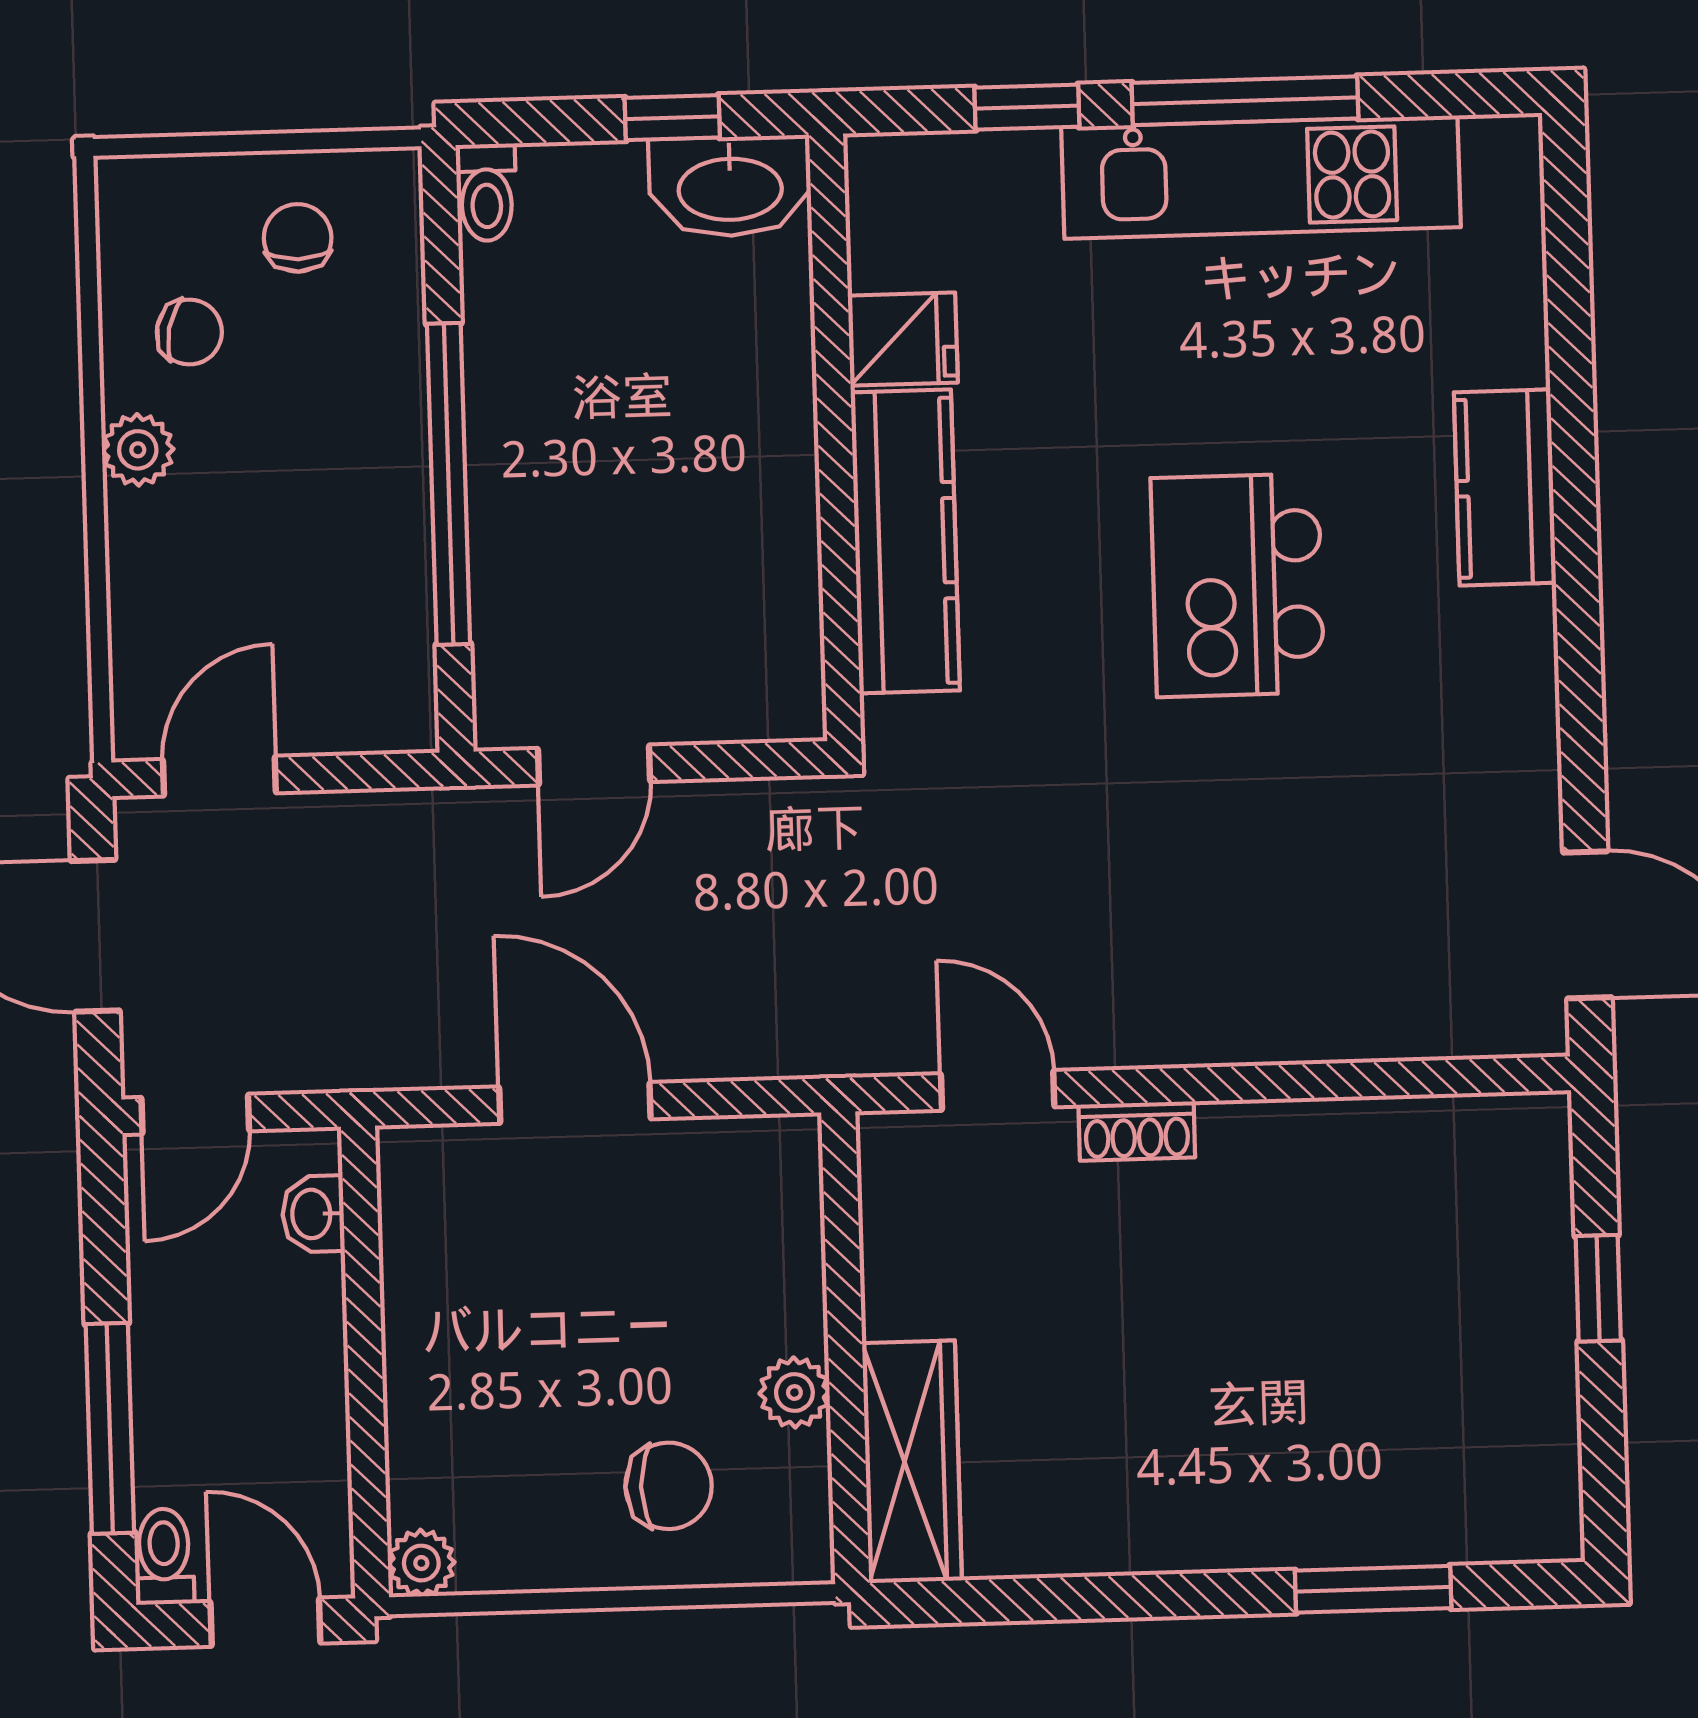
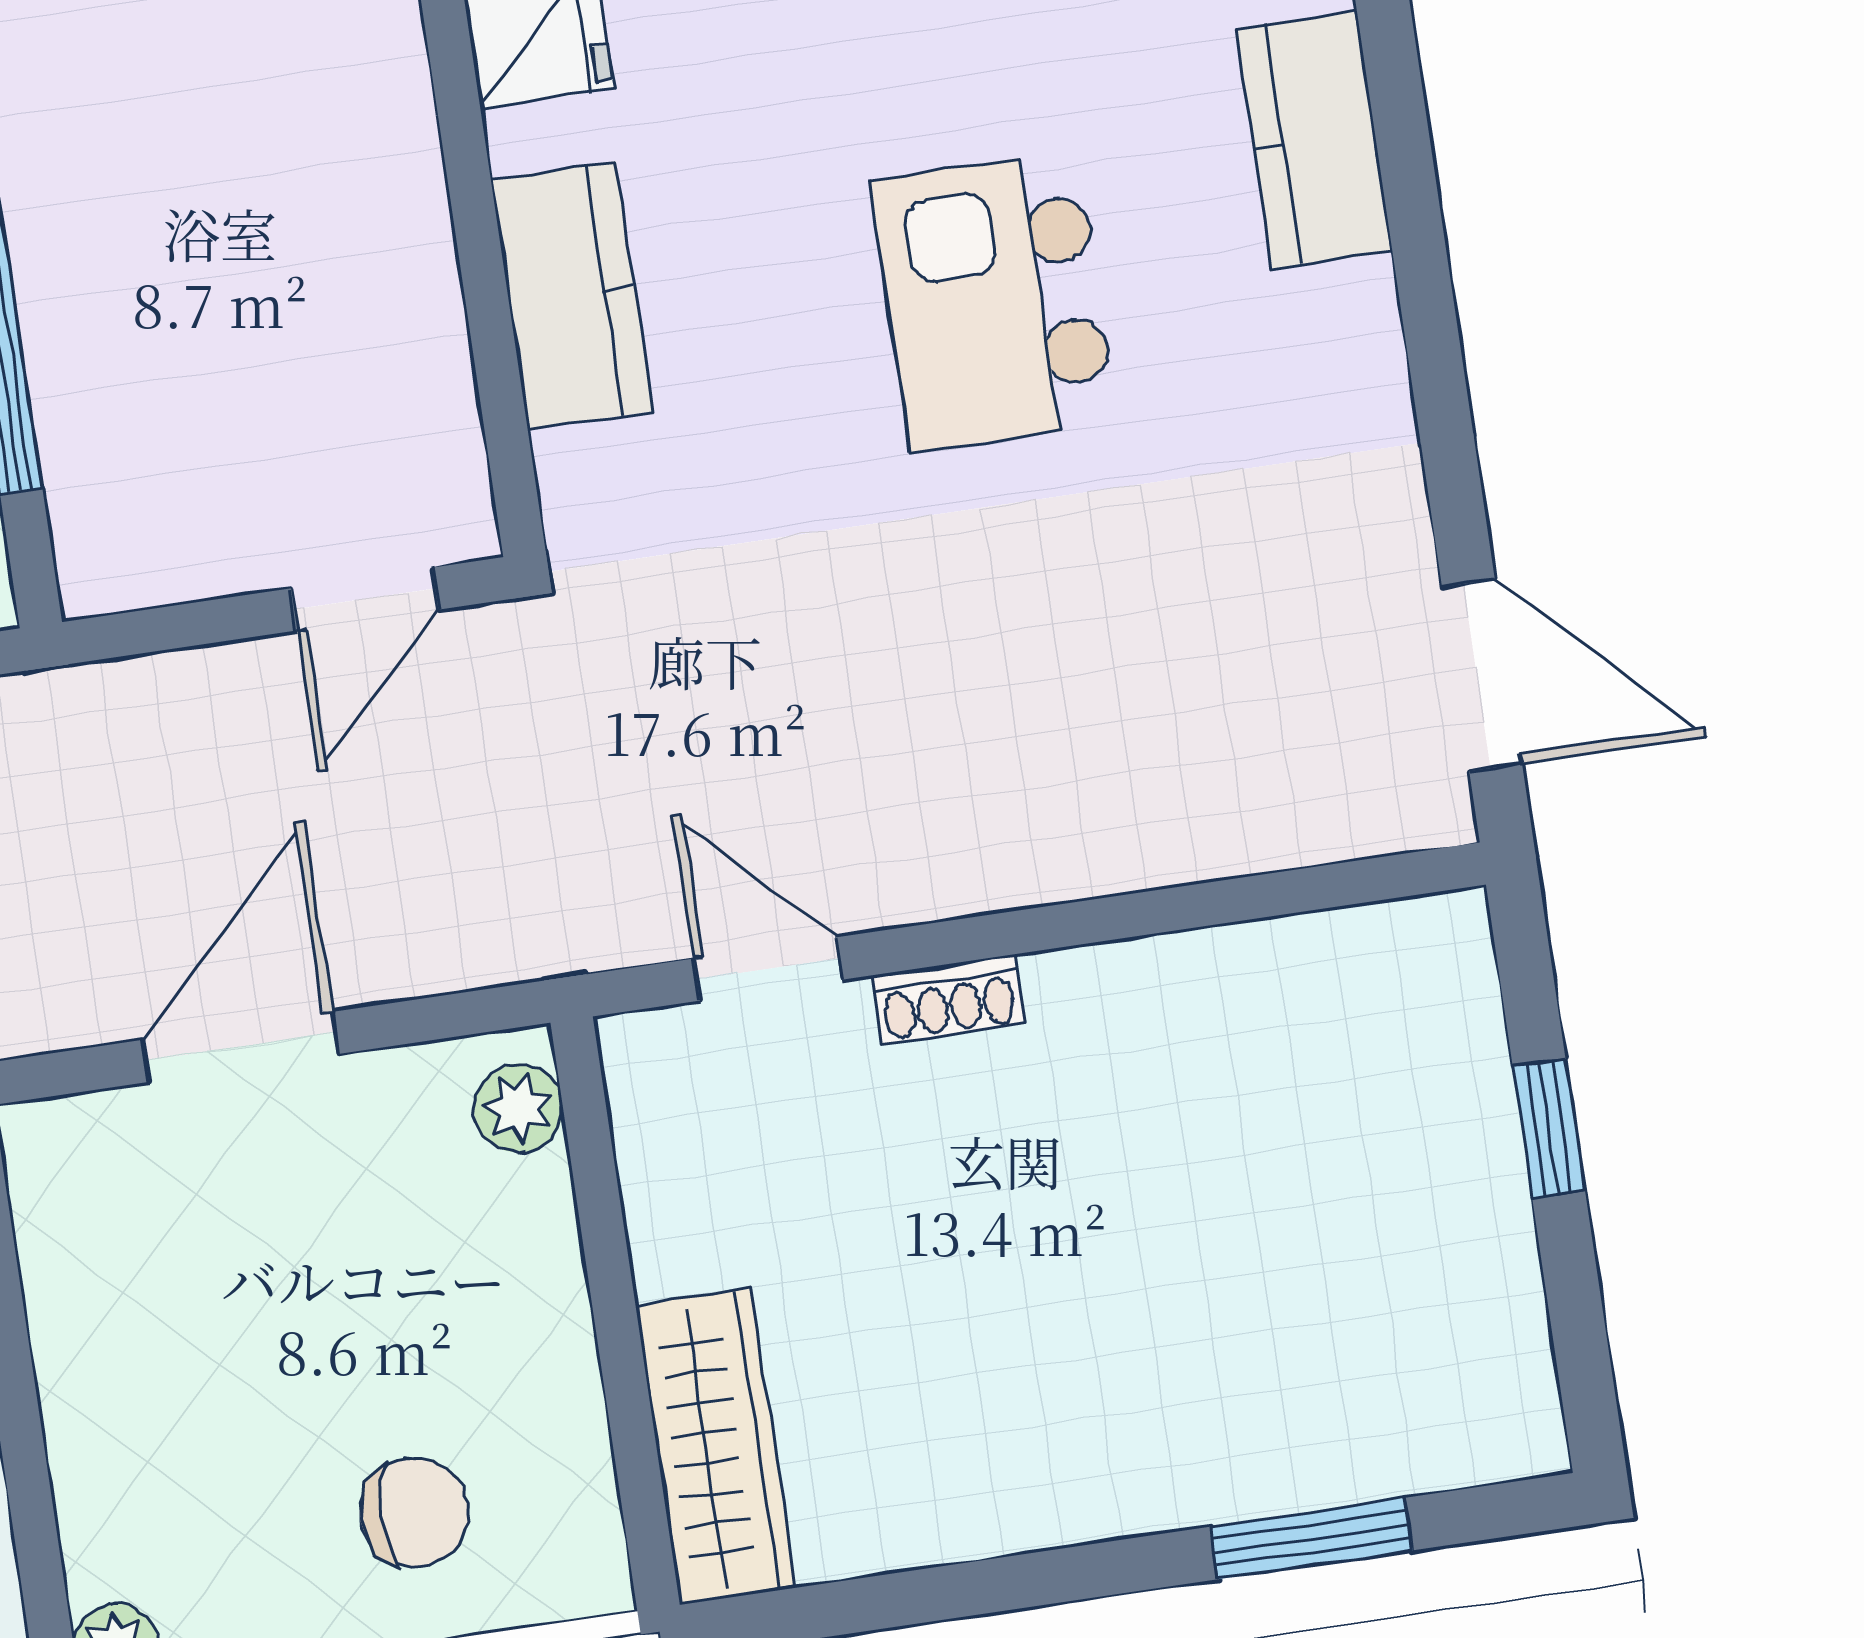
kitchen counter: (905, 541) -> (572, 295), width x0.67
door: (594, 765) -> (365, 599), moved
door: (575, 1103) -> (241, 1047), hinge flipped
plant: (794, 1392) -> (518, 1108), moved

